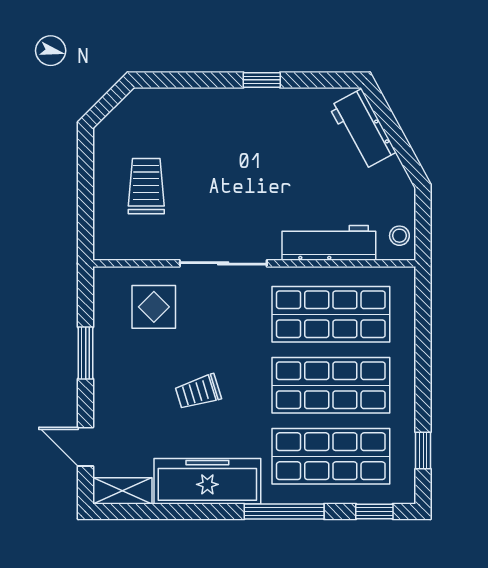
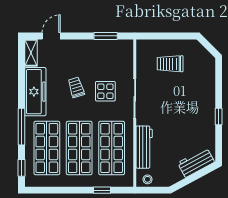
trolley: (146, 186) -> (170, 64), turned 180
display table: (154, 307) -> (105, 91), moved
window: (86, 353) -> (106, 36), moved
window: (423, 451) -> (102, 190), moved

